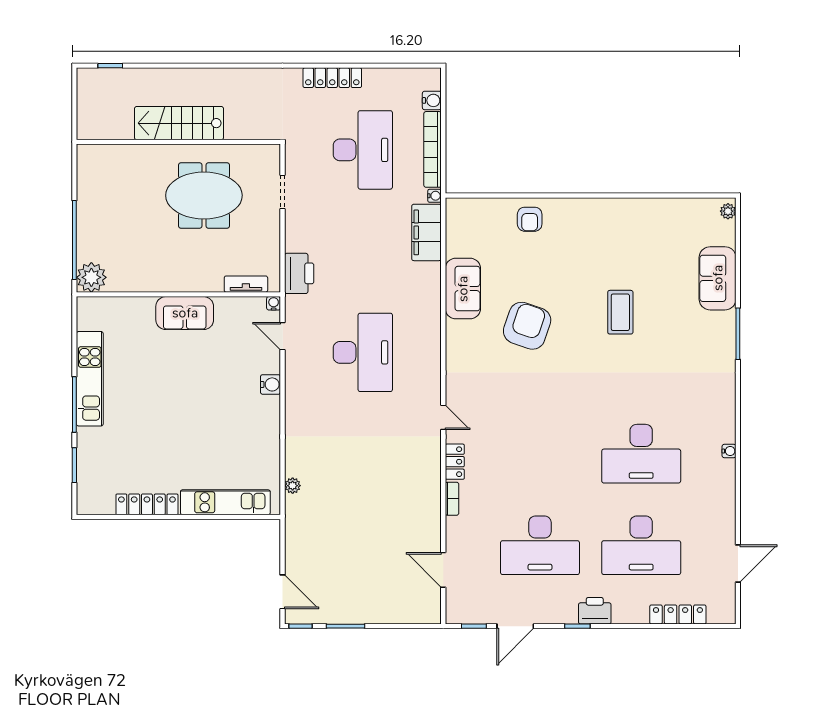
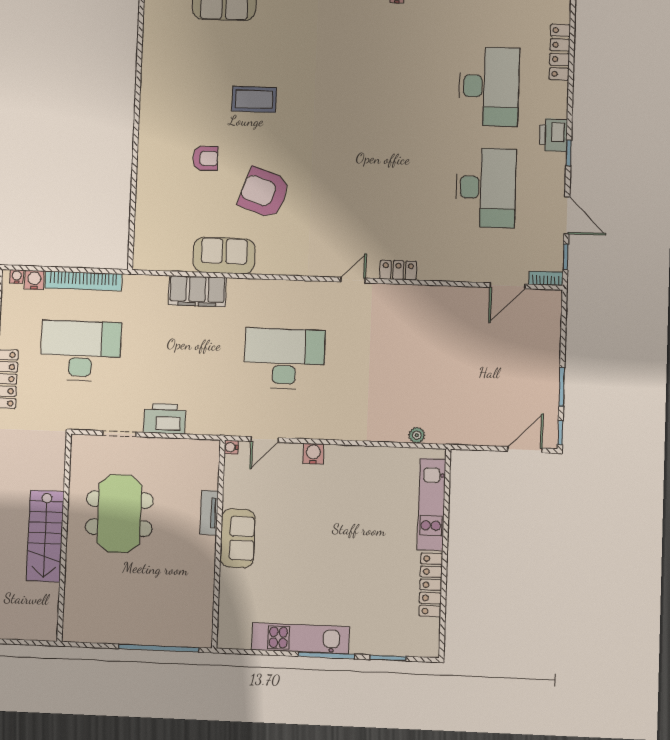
water cooler: (434, 196) -> (17, 277), moved
armchair: (530, 219) -> (205, 158), moved
filing cabinet: (426, 232) -> (197, 291), moved
printer: (299, 273) -> (165, 419), moved
plant: (91, 277) -> (197, 632), removed
tv unit: (246, 284) -> (209, 513), moved
desk: (641, 454) -> (397, 83), removed
bookcase: (452, 499) -> (546, 278), moved

